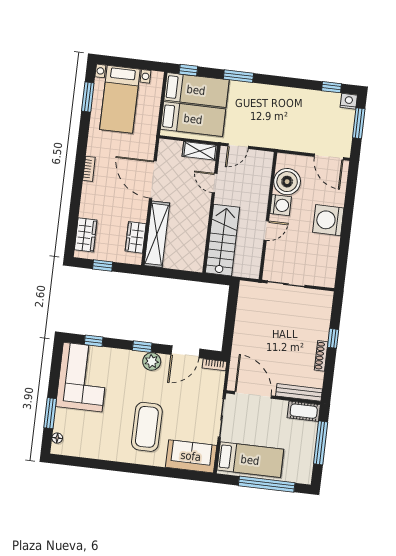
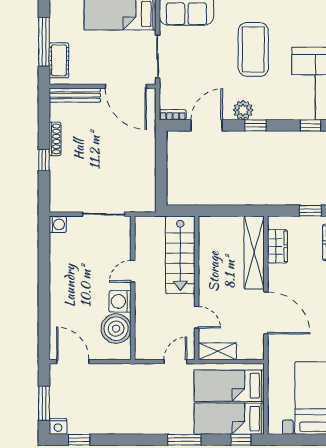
washing machine: (328, 220) -> (58, 224), moved, width x0.53, depth x0.53
cot: (304, 411) -> (59, 60), moved, turned 90
coffee table: (147, 427) -> (253, 49), moved

